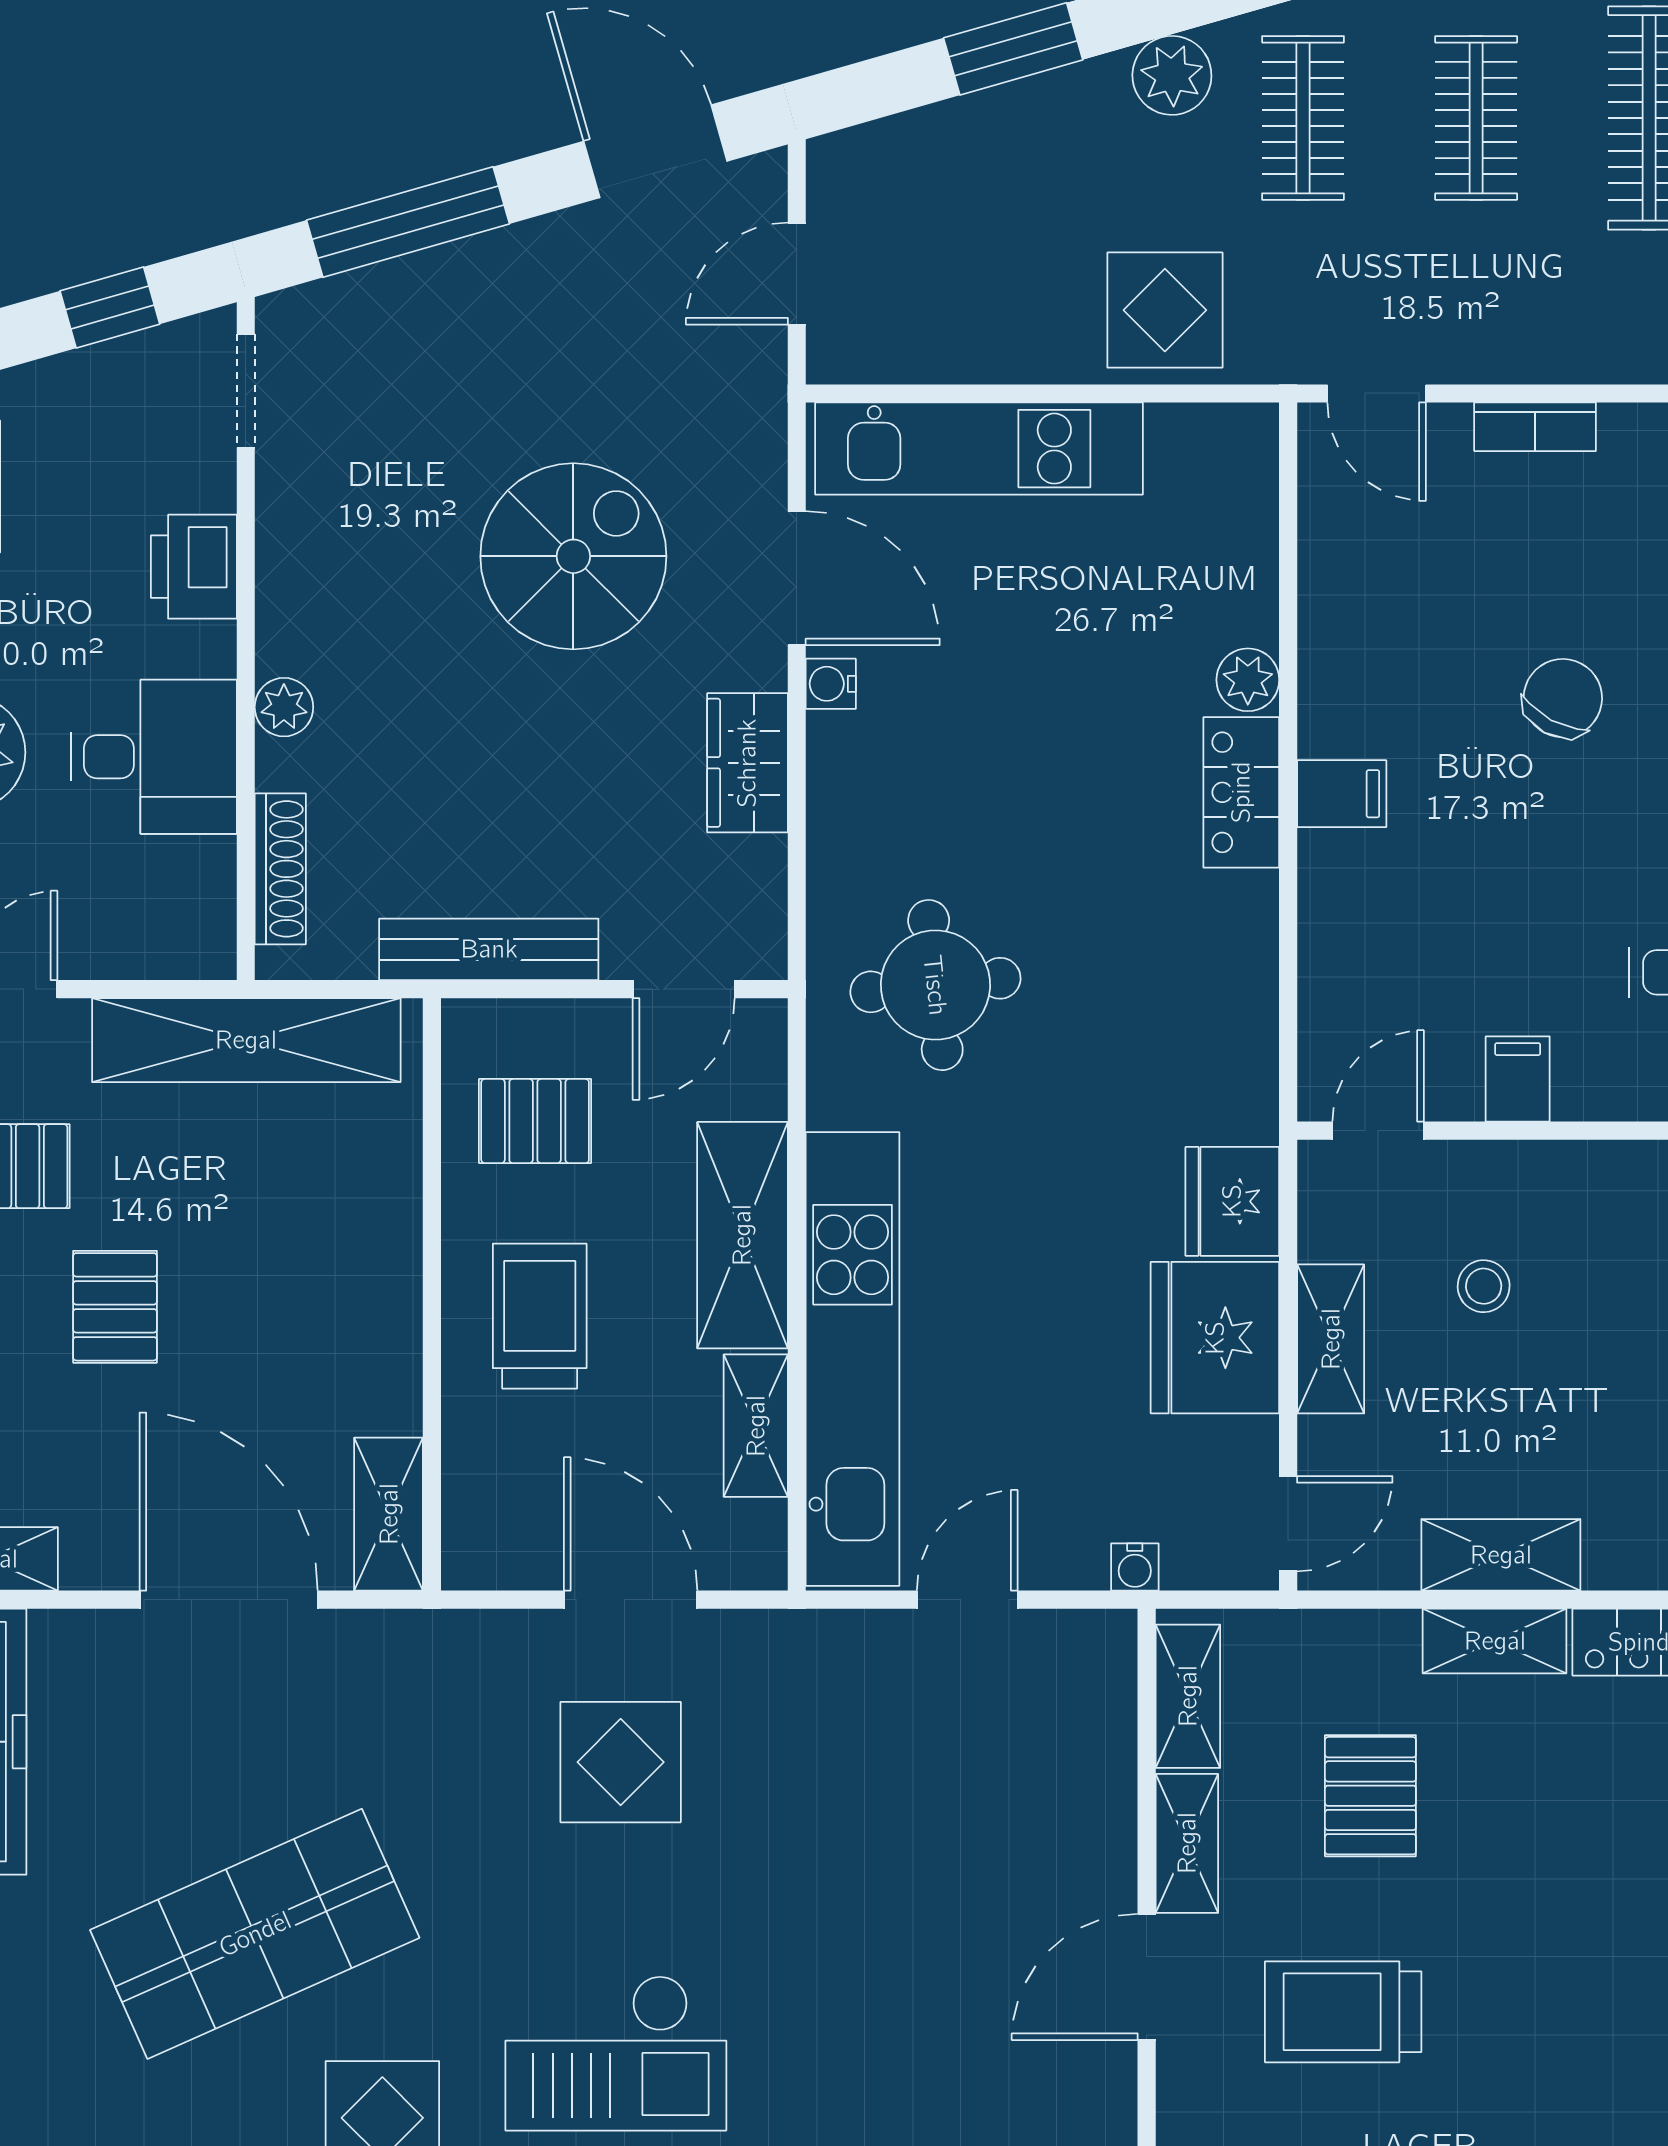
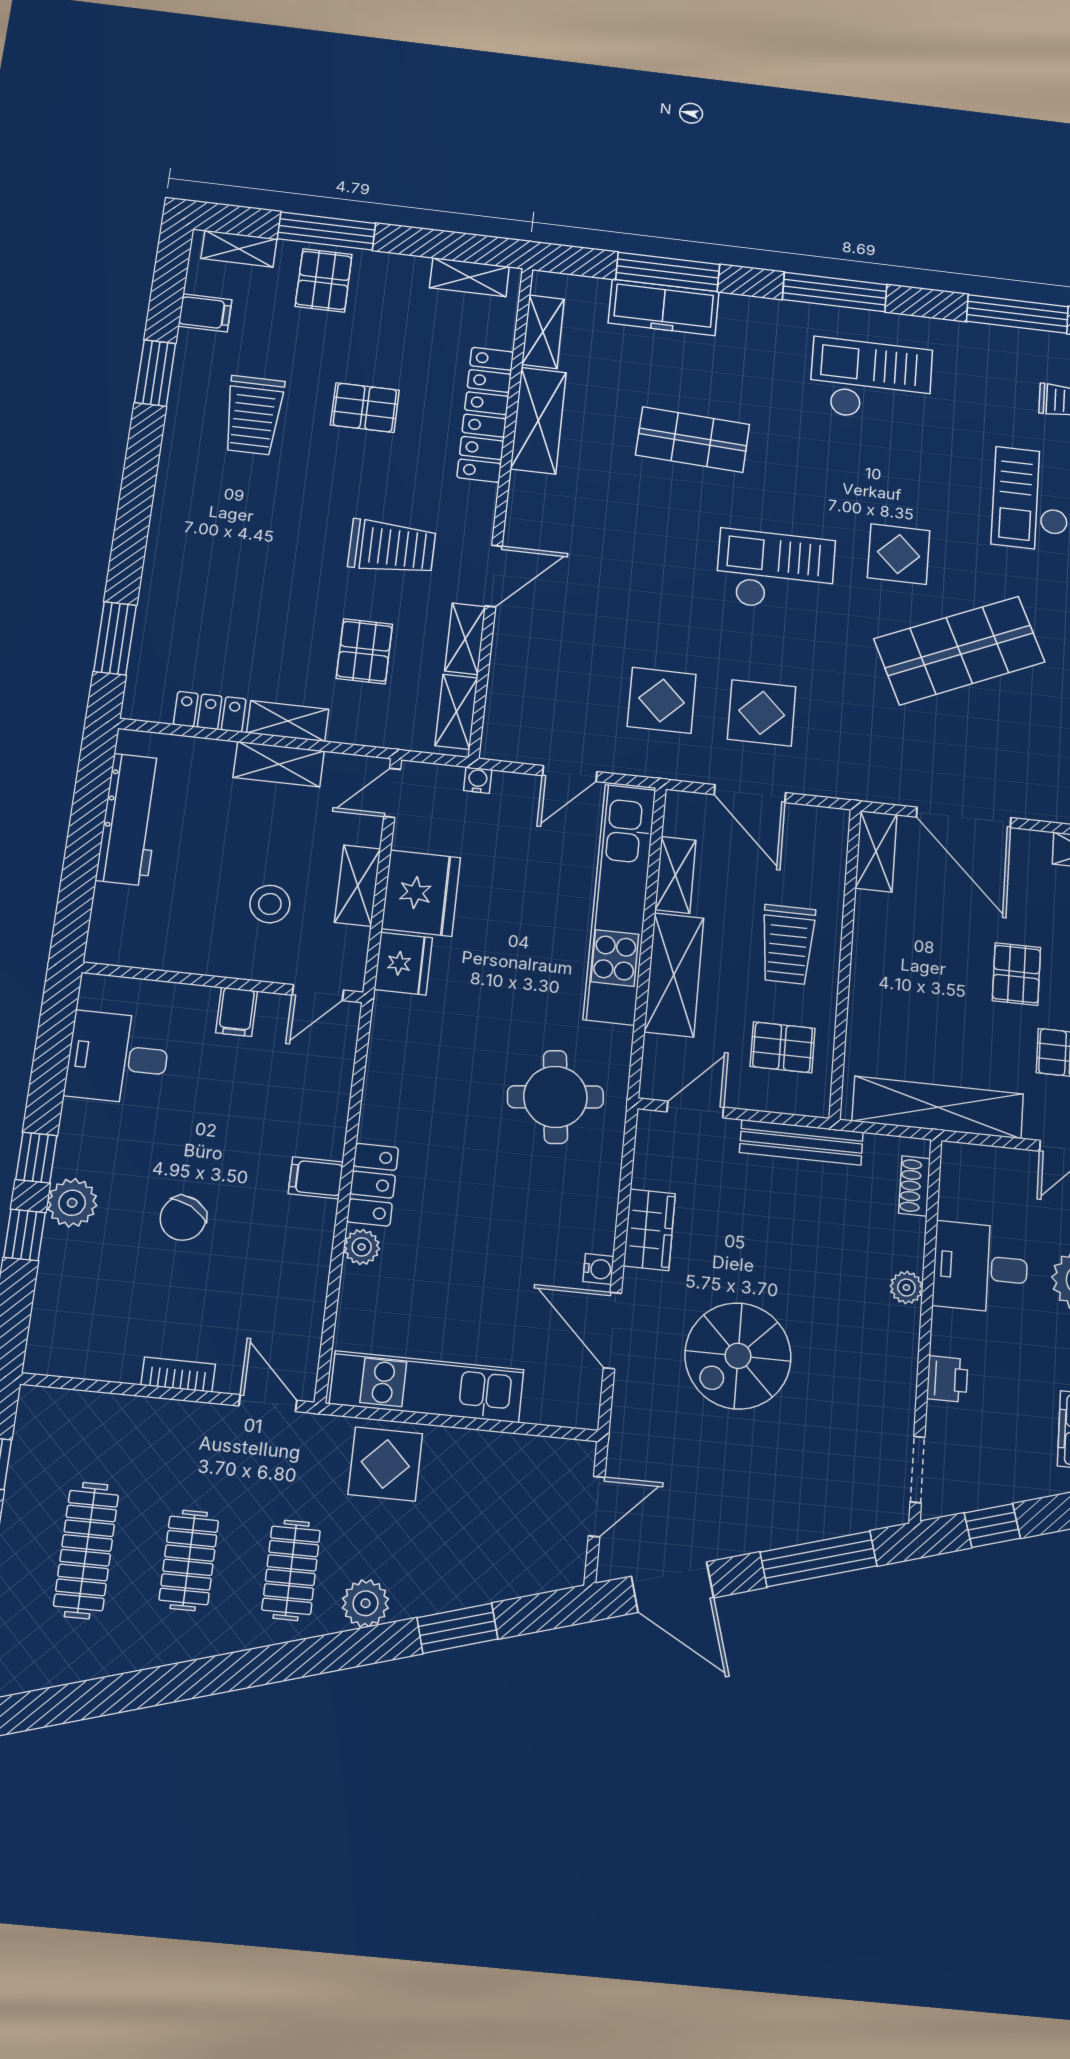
kitchen unit: (979, 449) -> (427, 1387), moved
printer: (194, 567) -> (947, 1379), width x0.73, depth x0.81
shoe rack: (280, 869) -> (914, 1186), width x0.70
stool: (1484, 1286) -> (270, 904), width x1.37, depth x1.37
display table: (810, 1765) -> (662, 700), added

